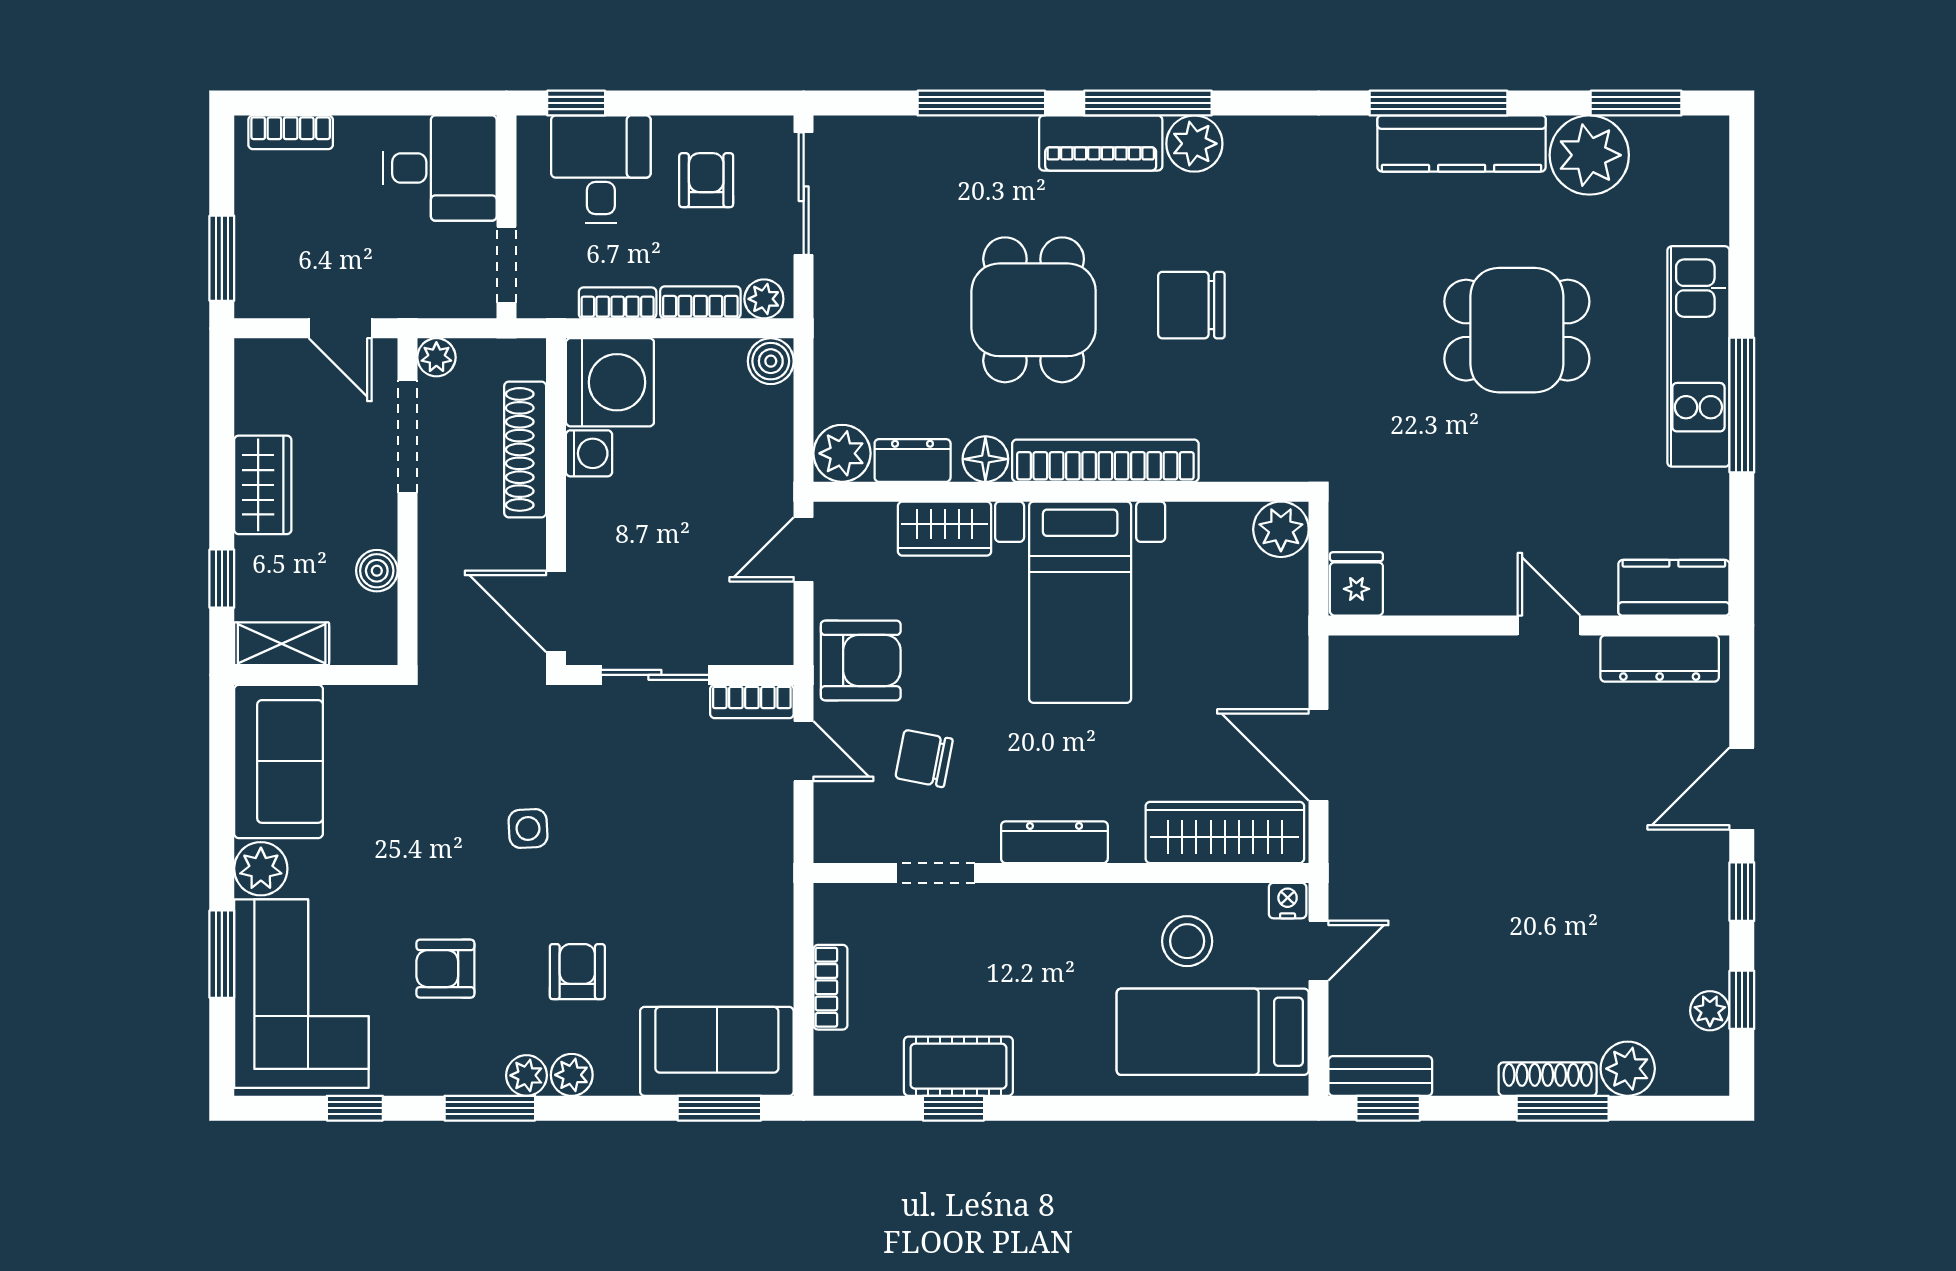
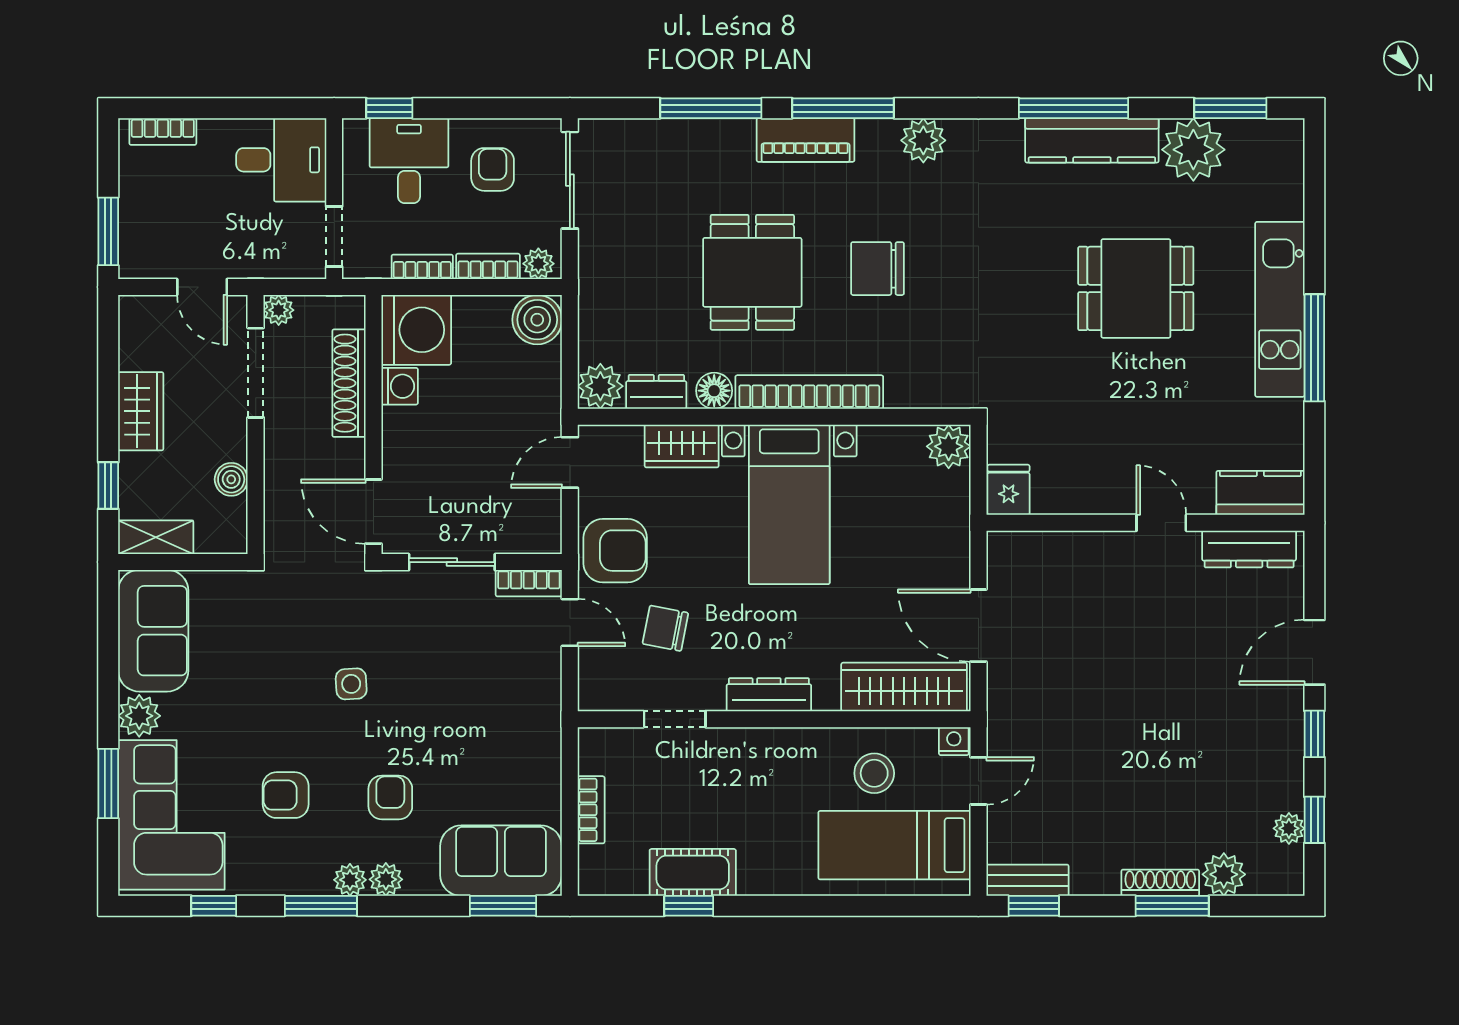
plant: (1194, 144) -> (923, 140), moved
boiler: (771, 361) -> (537, 320), width x1.36, depth x1.36

